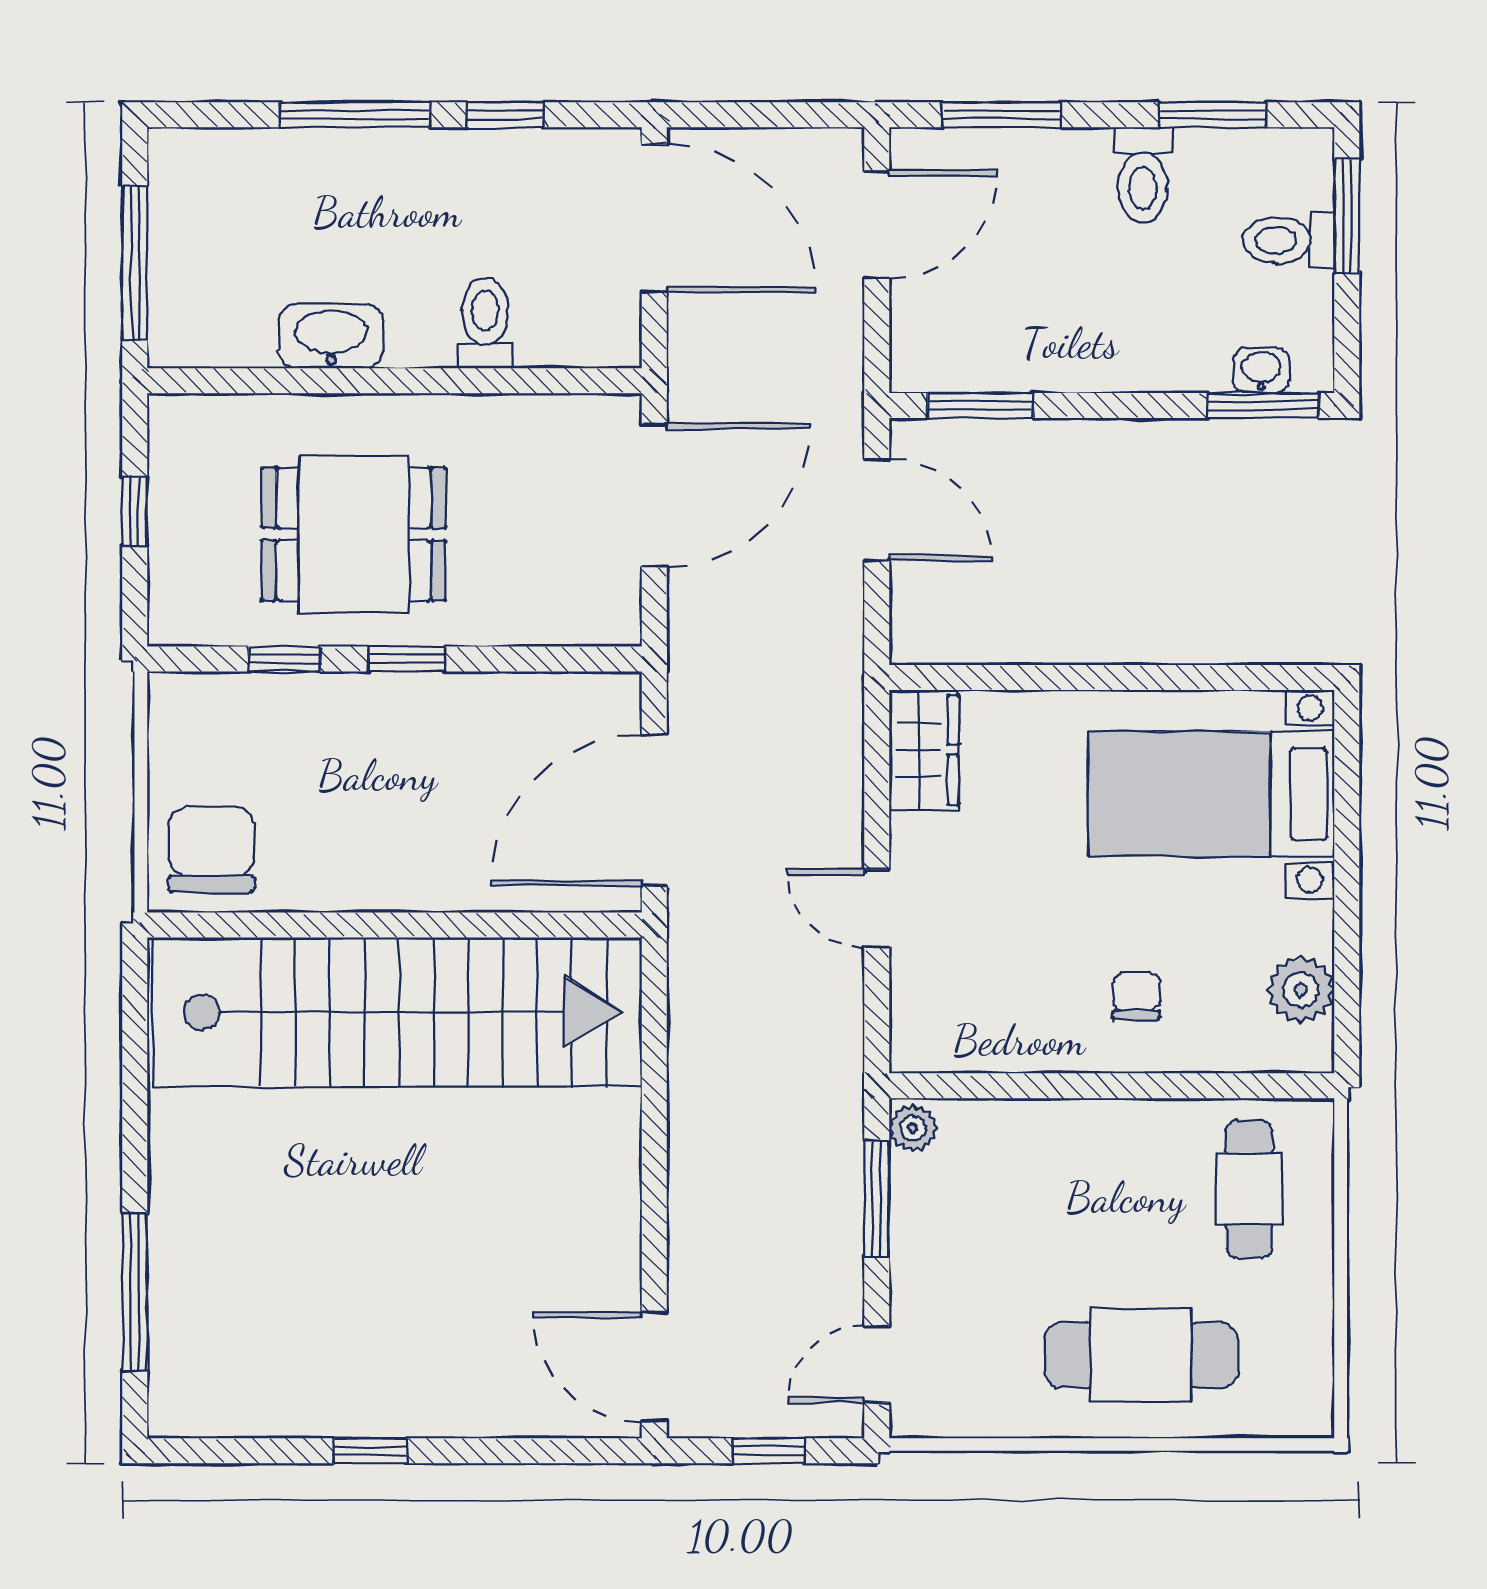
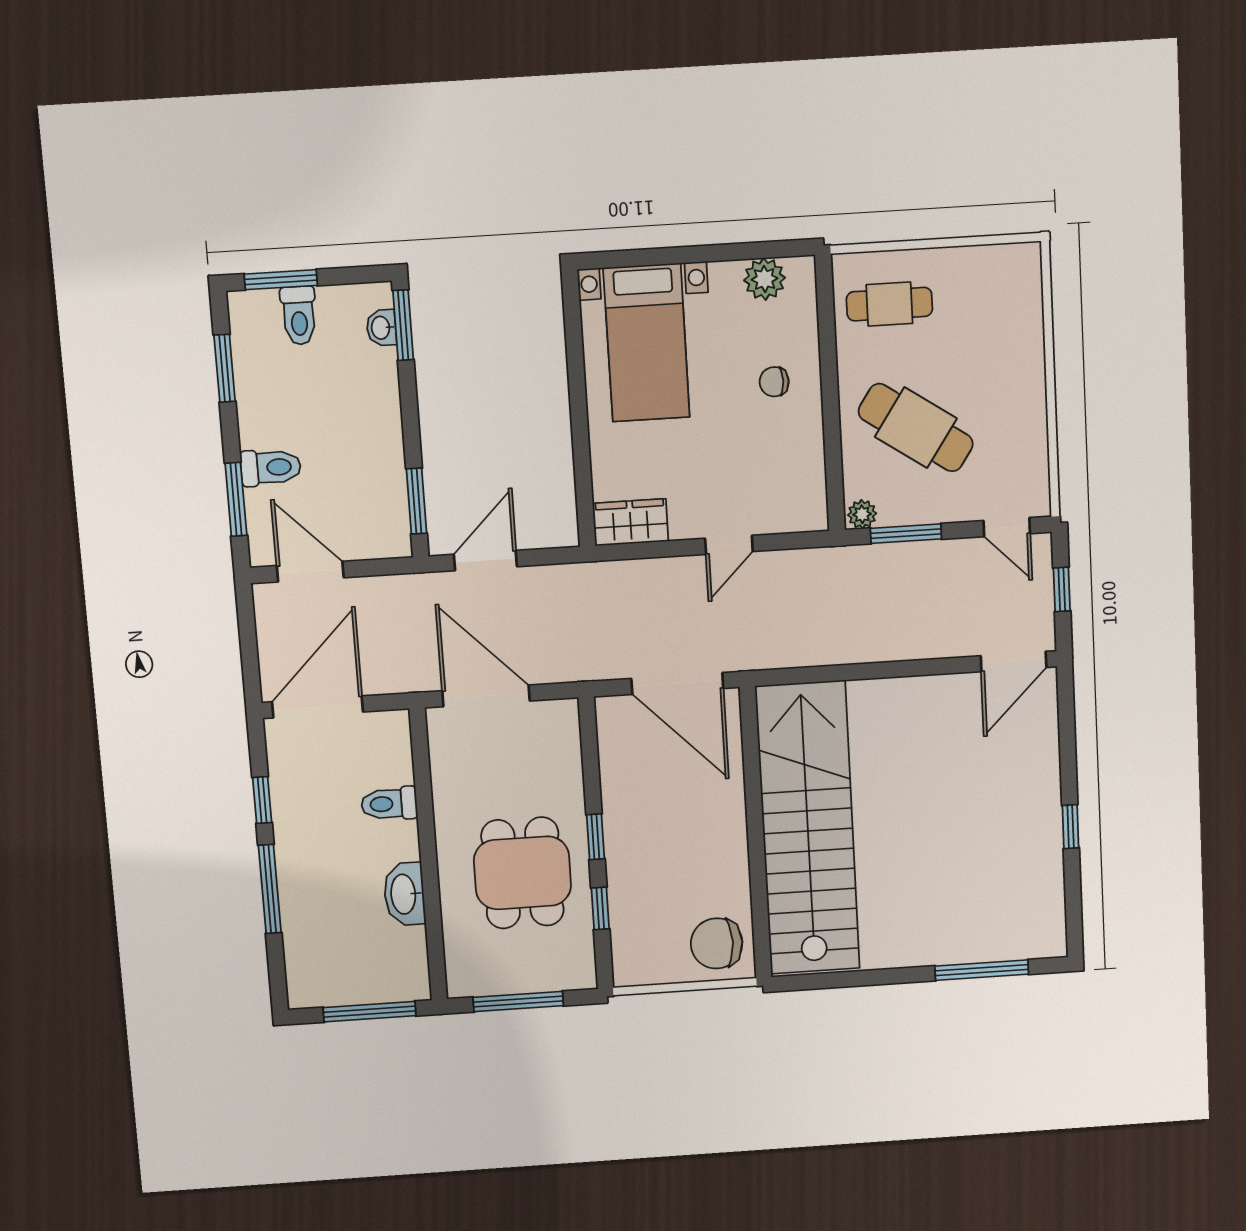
toilet: (1143, 175) -> (271, 467), moved
window: (135, 512) -> (518, 1001), width x2.17
cafe table: (1141, 1355) -> (916, 428), moved, turned -56

